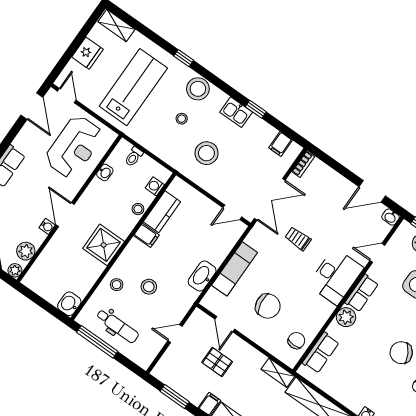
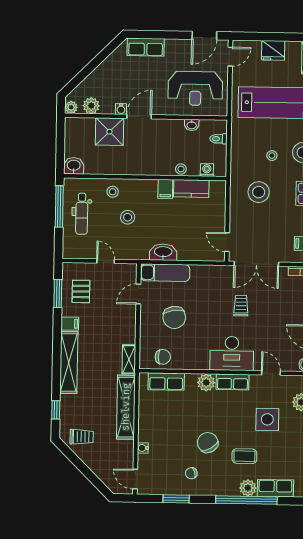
shower: (104, 245) -> (109, 132), moved
exam couch: (235, 269) -> (165, 273), moved
pallet: (217, 362) -> (81, 291), moved

